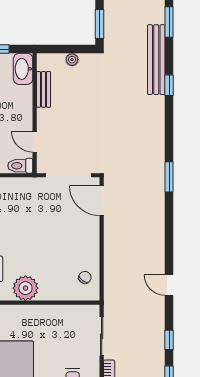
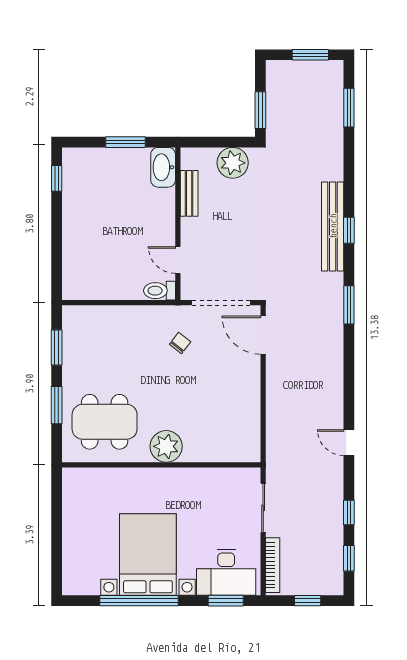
plant: (72, 60) -> (233, 163), width x1.88, depth x1.88
bench: (156, 60) -> (333, 226), moved
window: (169, 85) -> (349, 230), moved
chair: (85, 277) -> (180, 343), moved

